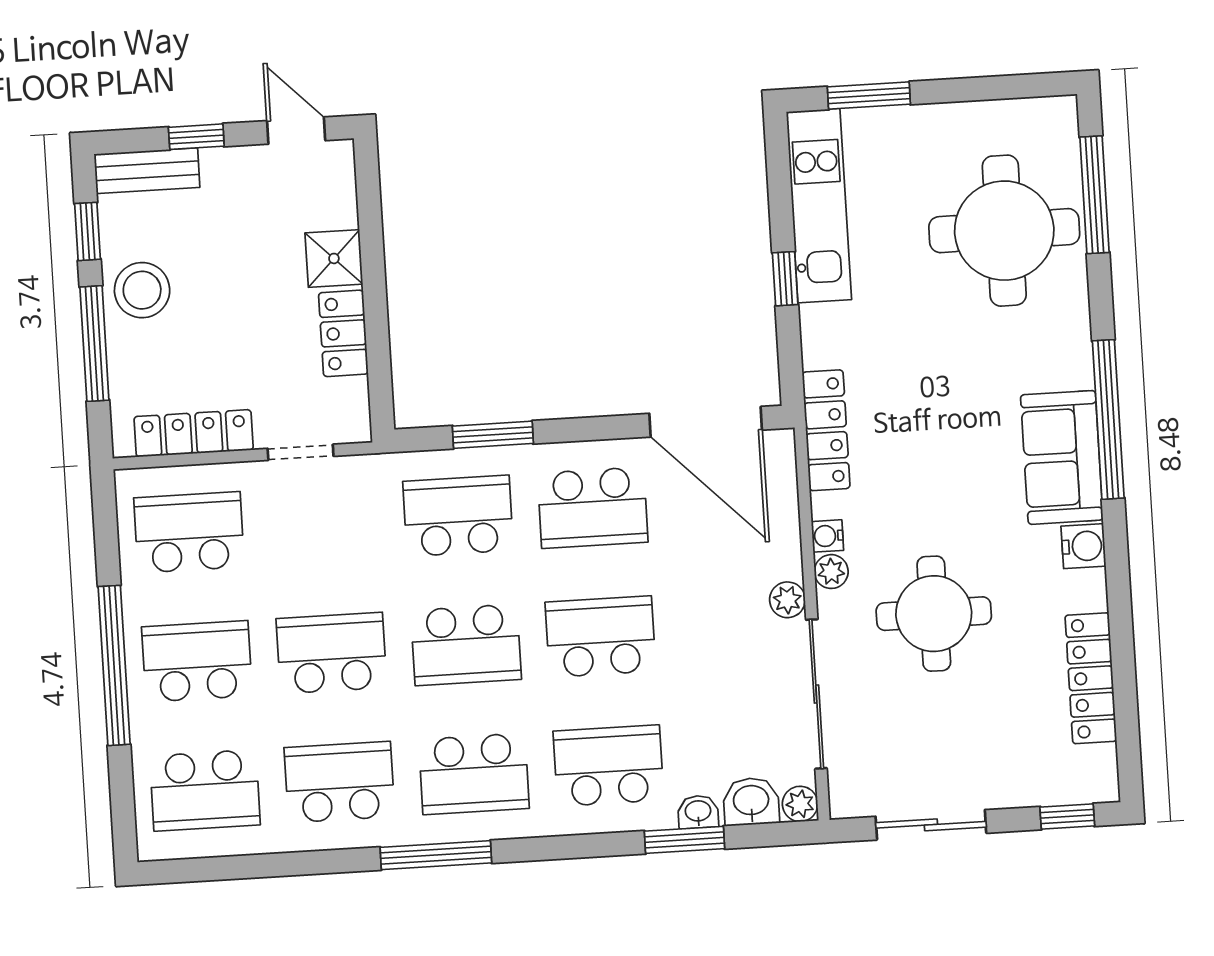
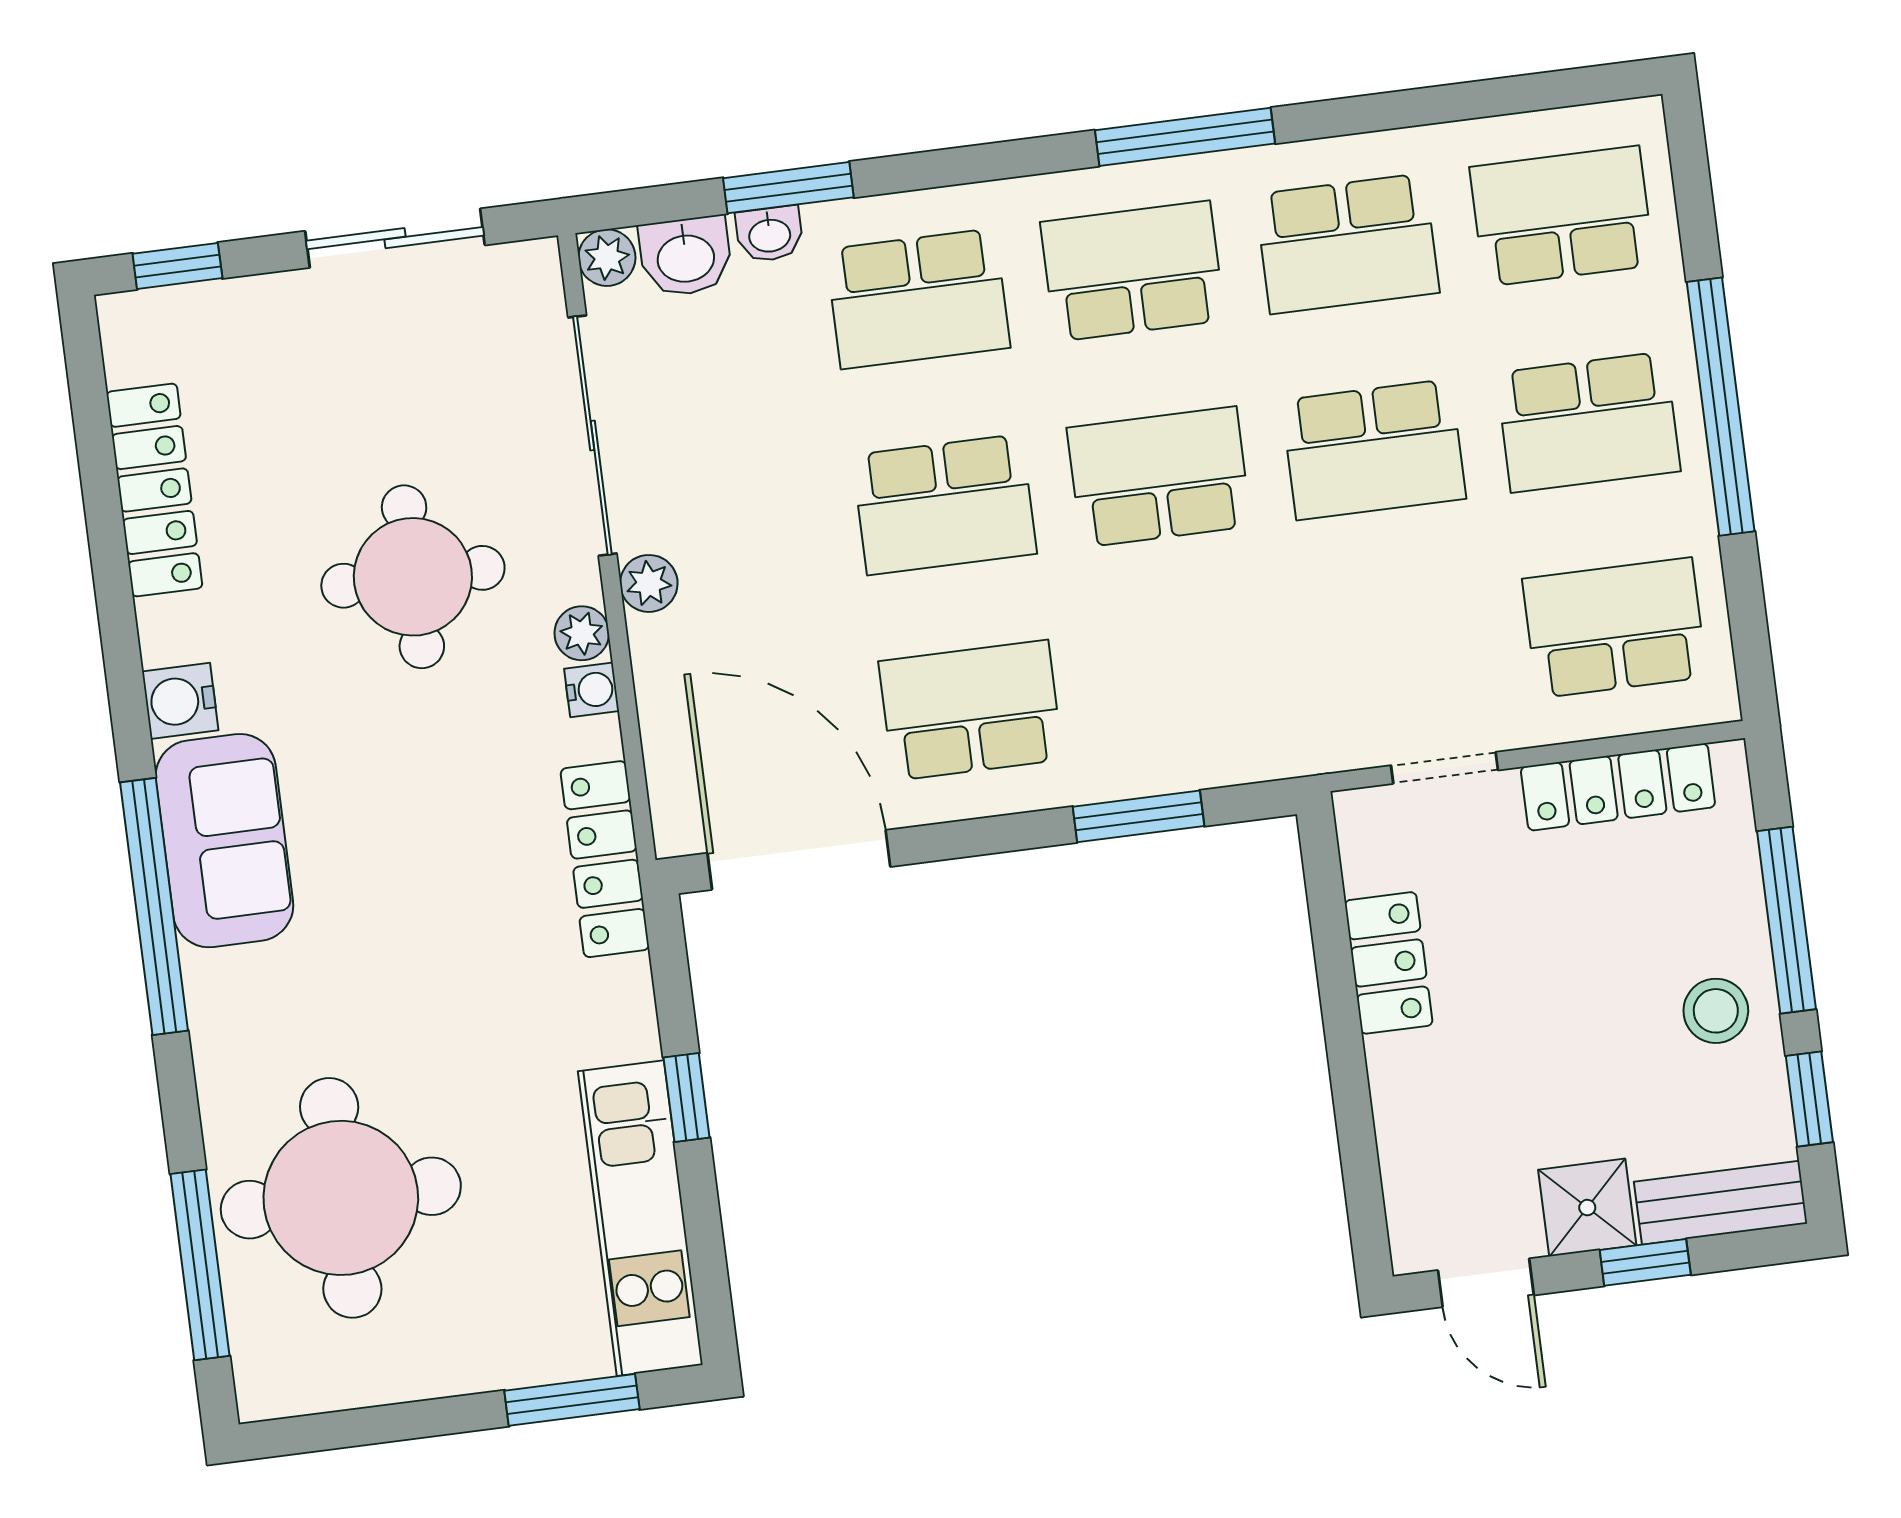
shower: (334, 258) -> (1587, 1208), moved
stool: (142, 290) -> (1716, 1011), width x0.73, depth x0.73
school desk: (458, 516) -> (1185, 683), removed
school desk: (189, 532) -> (1615, 628), turned 180

